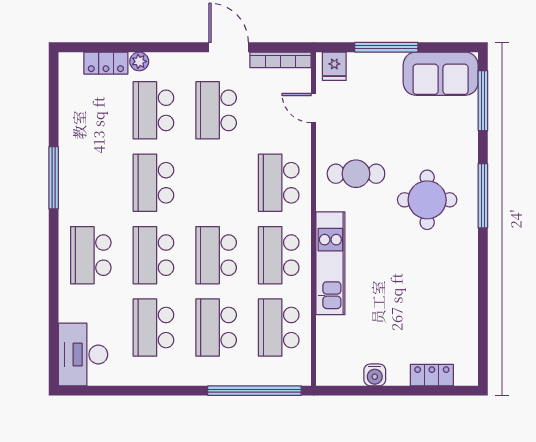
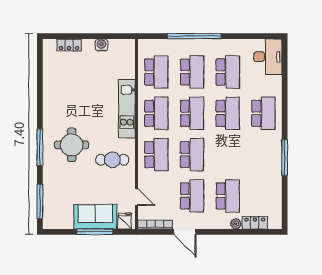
sofa: (441, 74) -> (95, 217), moved
school desk: (153, 183) -> (192, 155), moved
window: (254, 391) -> (194, 36), moved

